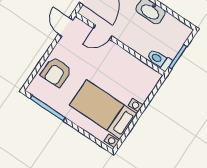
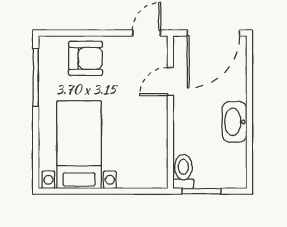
door: (102, 32) -> (170, 82), hinge flipped
armchair: (56, 72) -> (86, 58), turned 180

